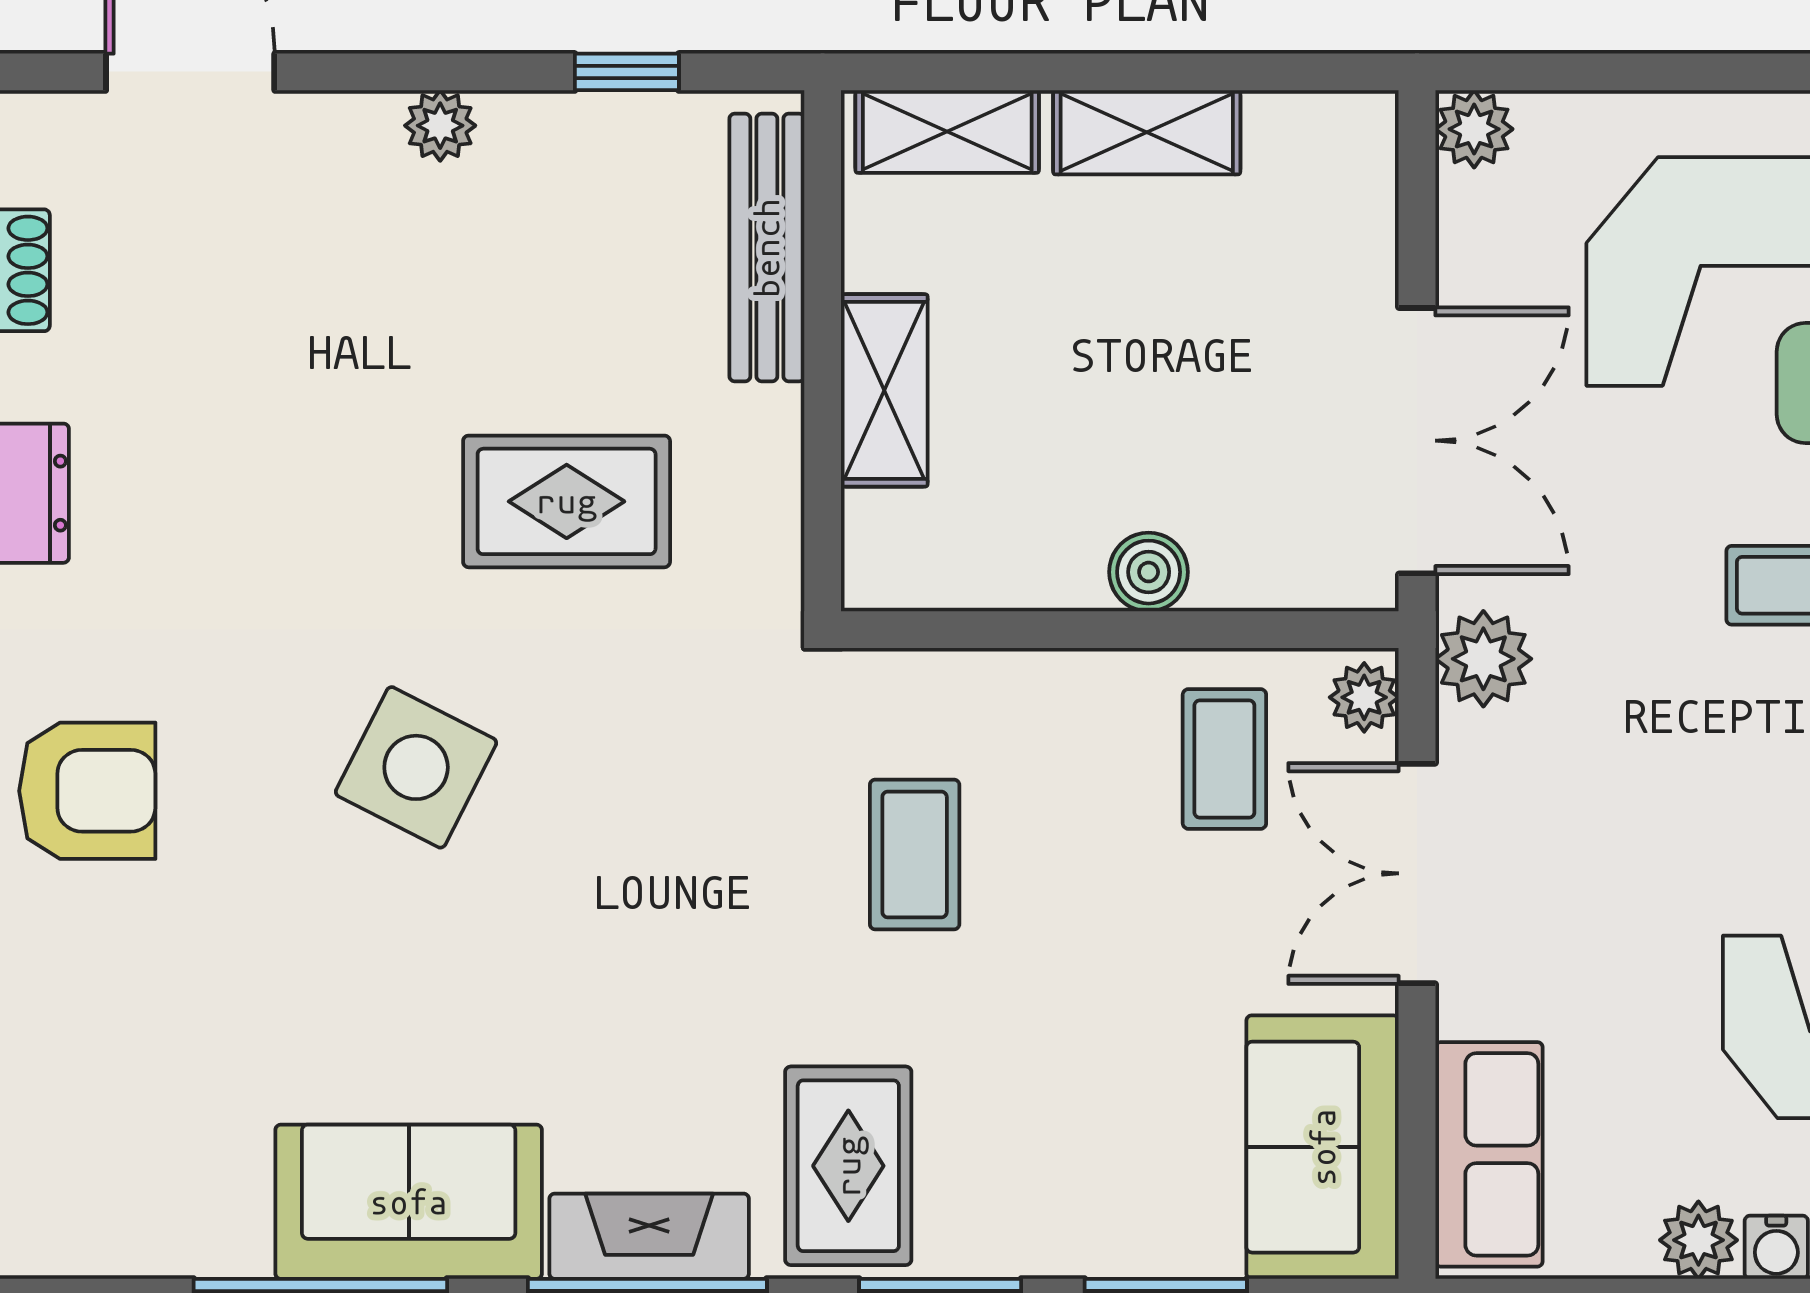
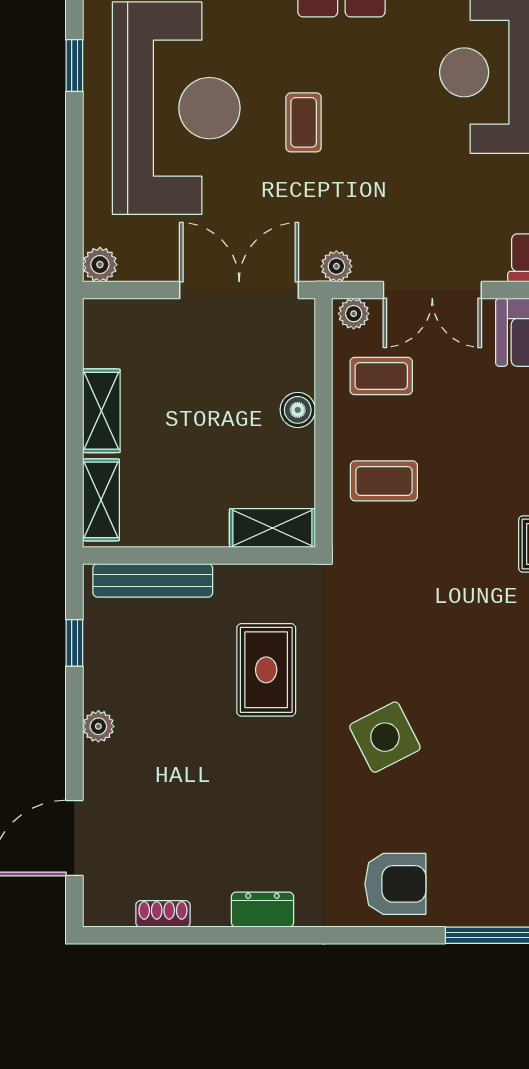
shelving: (884, 390) -> (272, 528), moved
plant: (1483, 659) -> (336, 266), width x0.73, depth x0.73
side table: (416, 767) -> (385, 737), turned 36
armchair: (87, 791) -> (395, 884), turned 90
coffee table: (915, 854) -> (384, 481), moved

